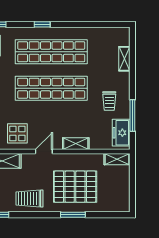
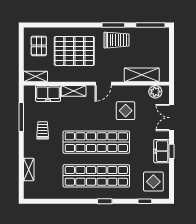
display table: (17, 133) -> (126, 111), moved
freezer: (121, 133) -> (48, 93), moved, turned 90
pallet: (113, 192) -> (39, 46), added
window: (73, 215) -> (113, 25), moved

